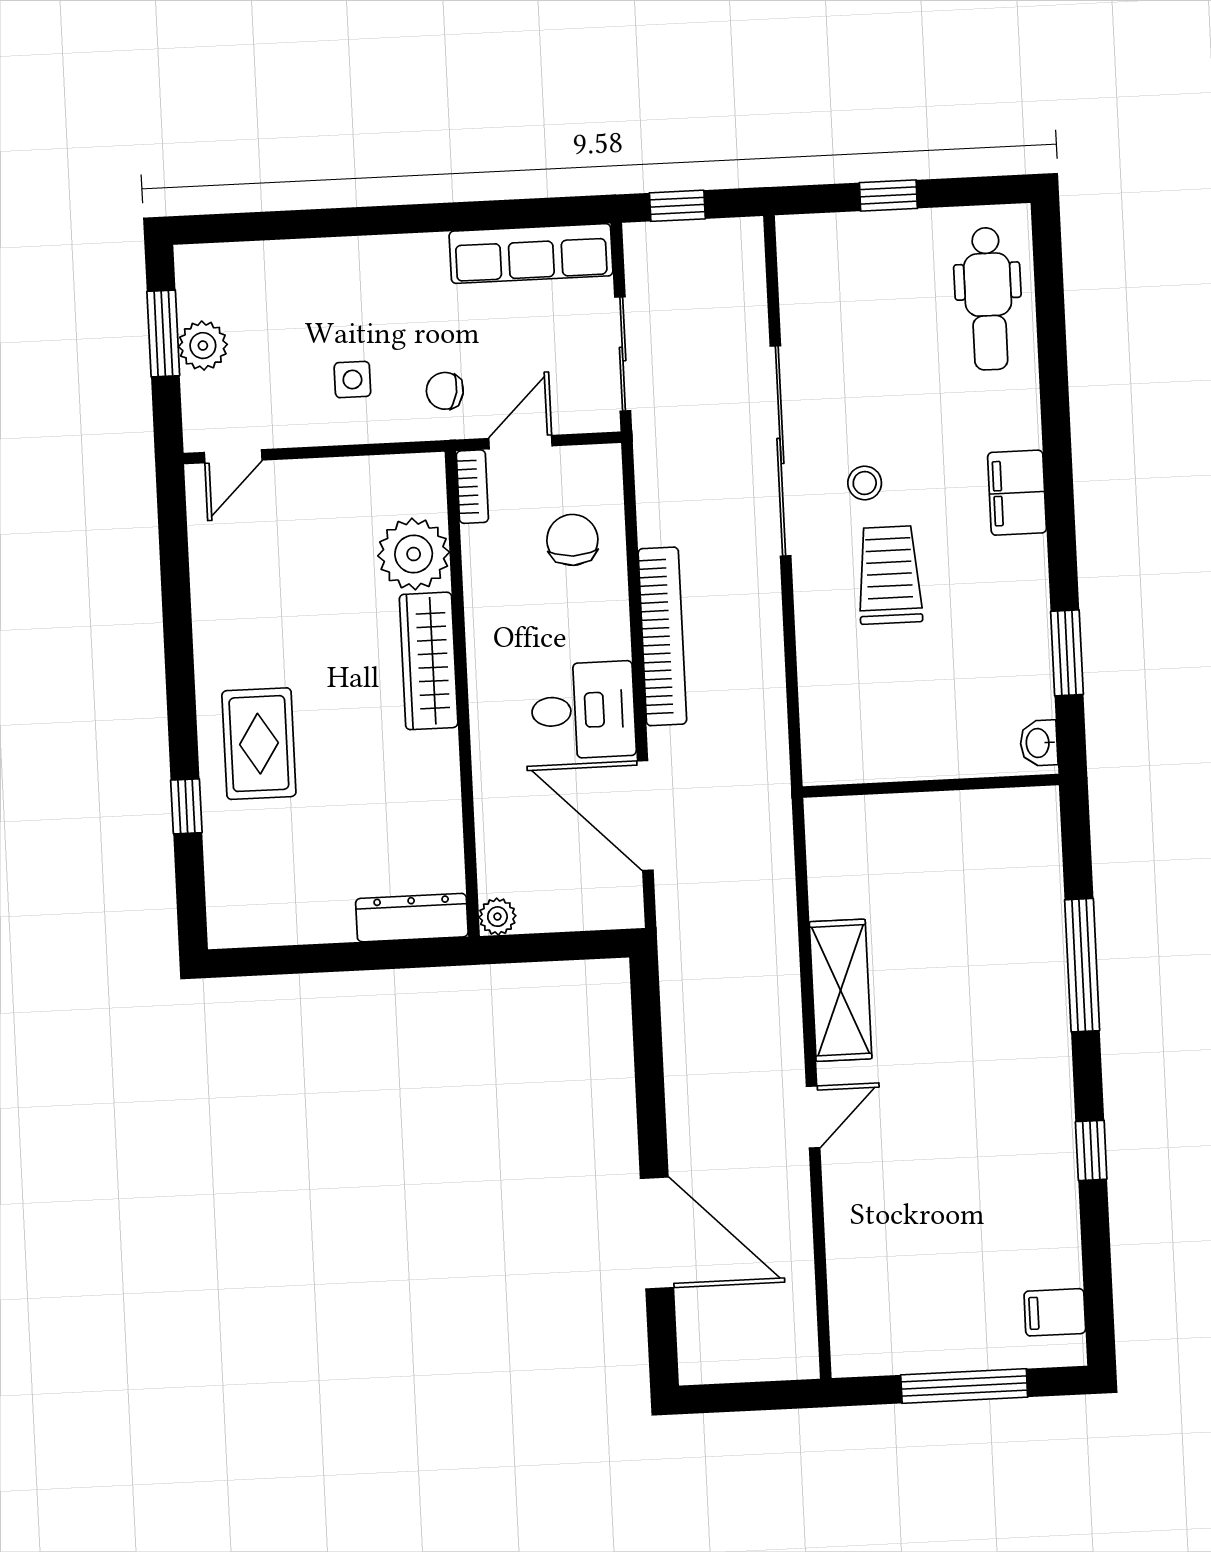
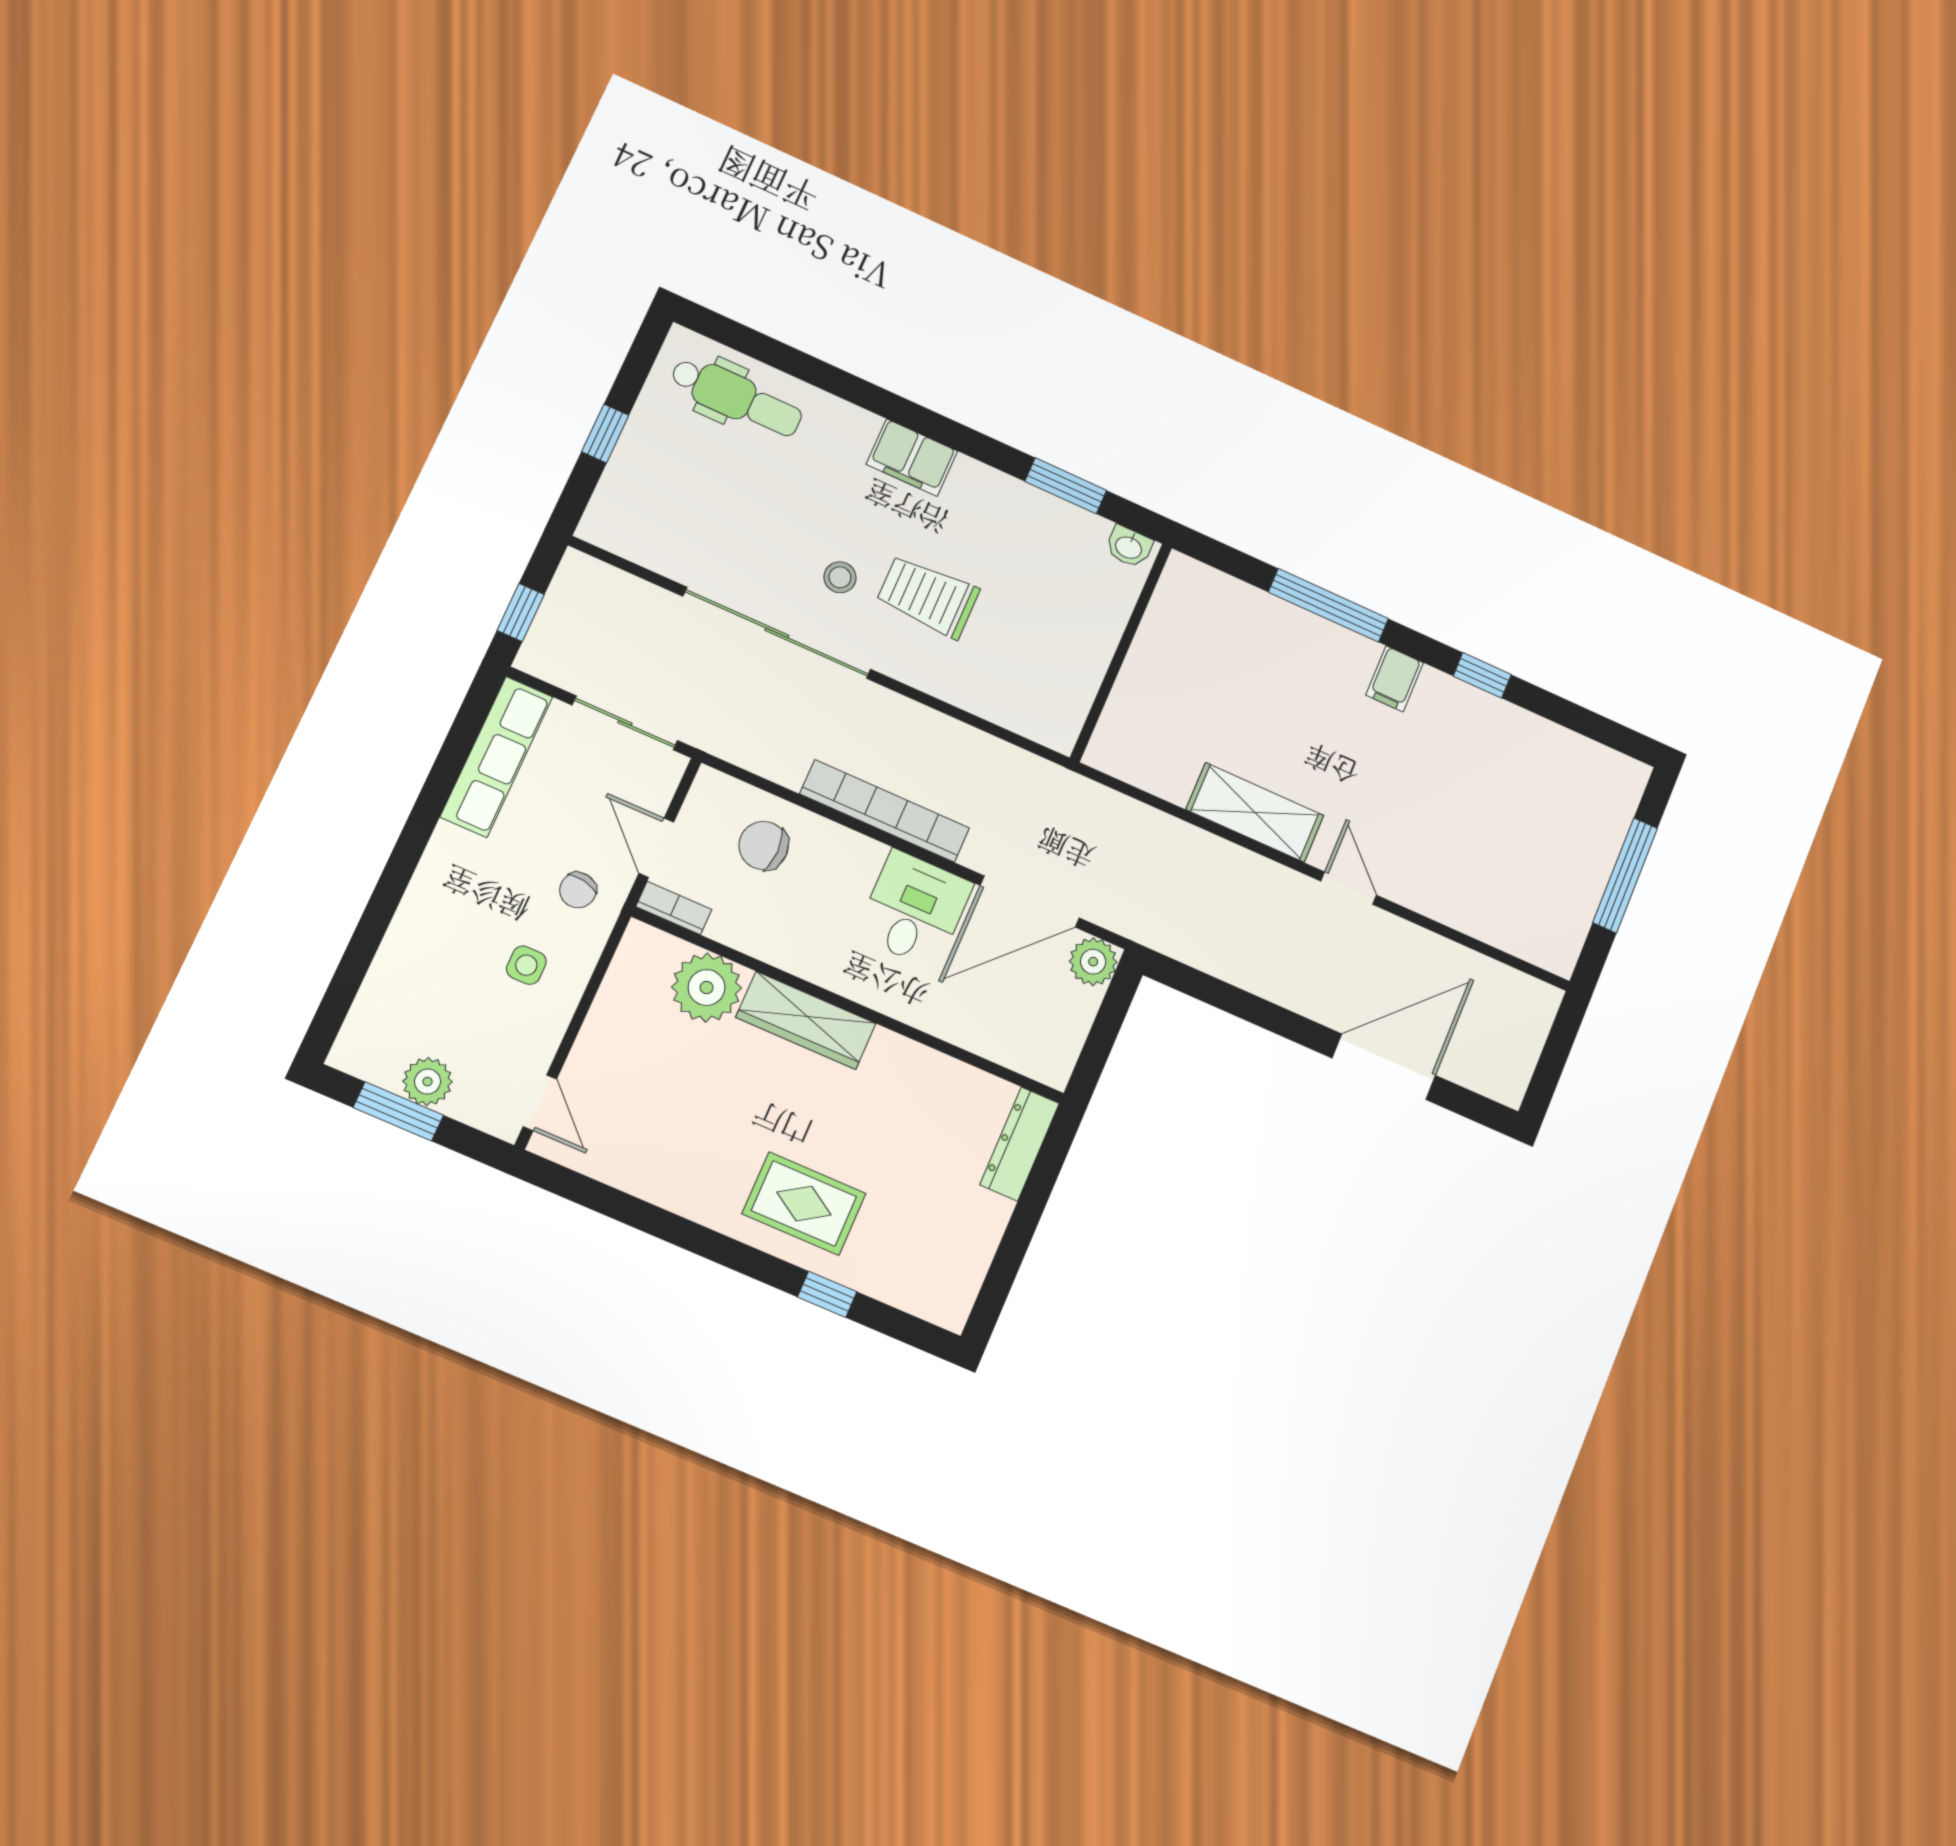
plant: (497, 917) -> (1093, 962), moved, width x1.38, depth x1.38
filing cabinet: (1055, 1312) -> (1395, 679), moved

